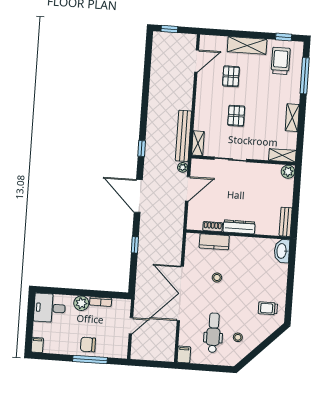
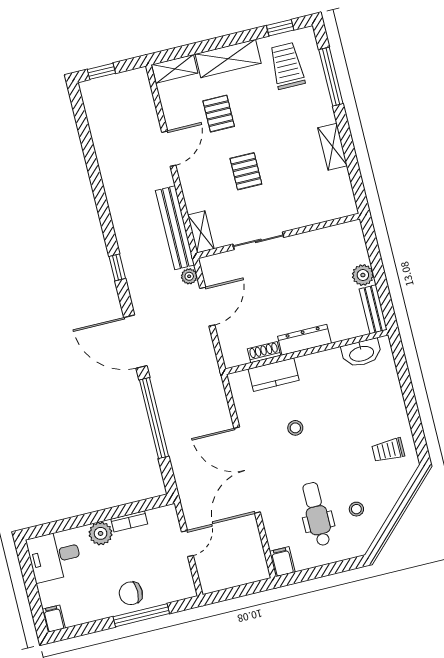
door: (197, 61) -> (169, 149), moved
shelving: (282, 155) -> (175, 69), moved
plant: (288, 172) -> (363, 275), moved
window: (135, 245) -> (154, 418), width x3.17
washbasin: (282, 251) -> (361, 353), moved, turned -90

